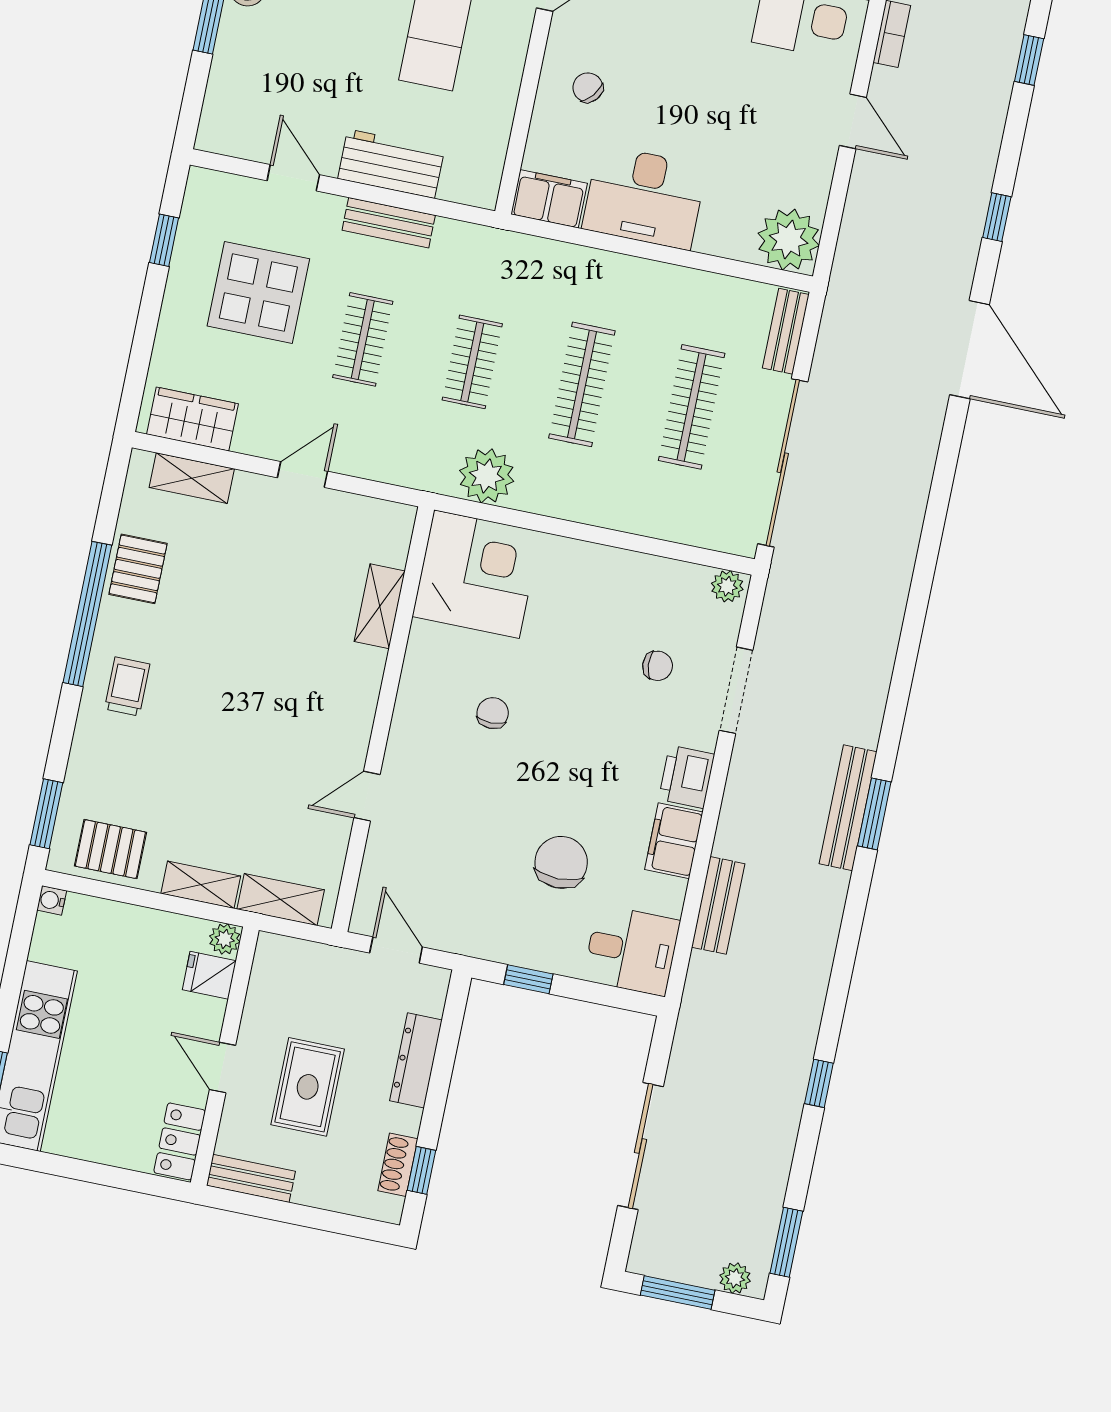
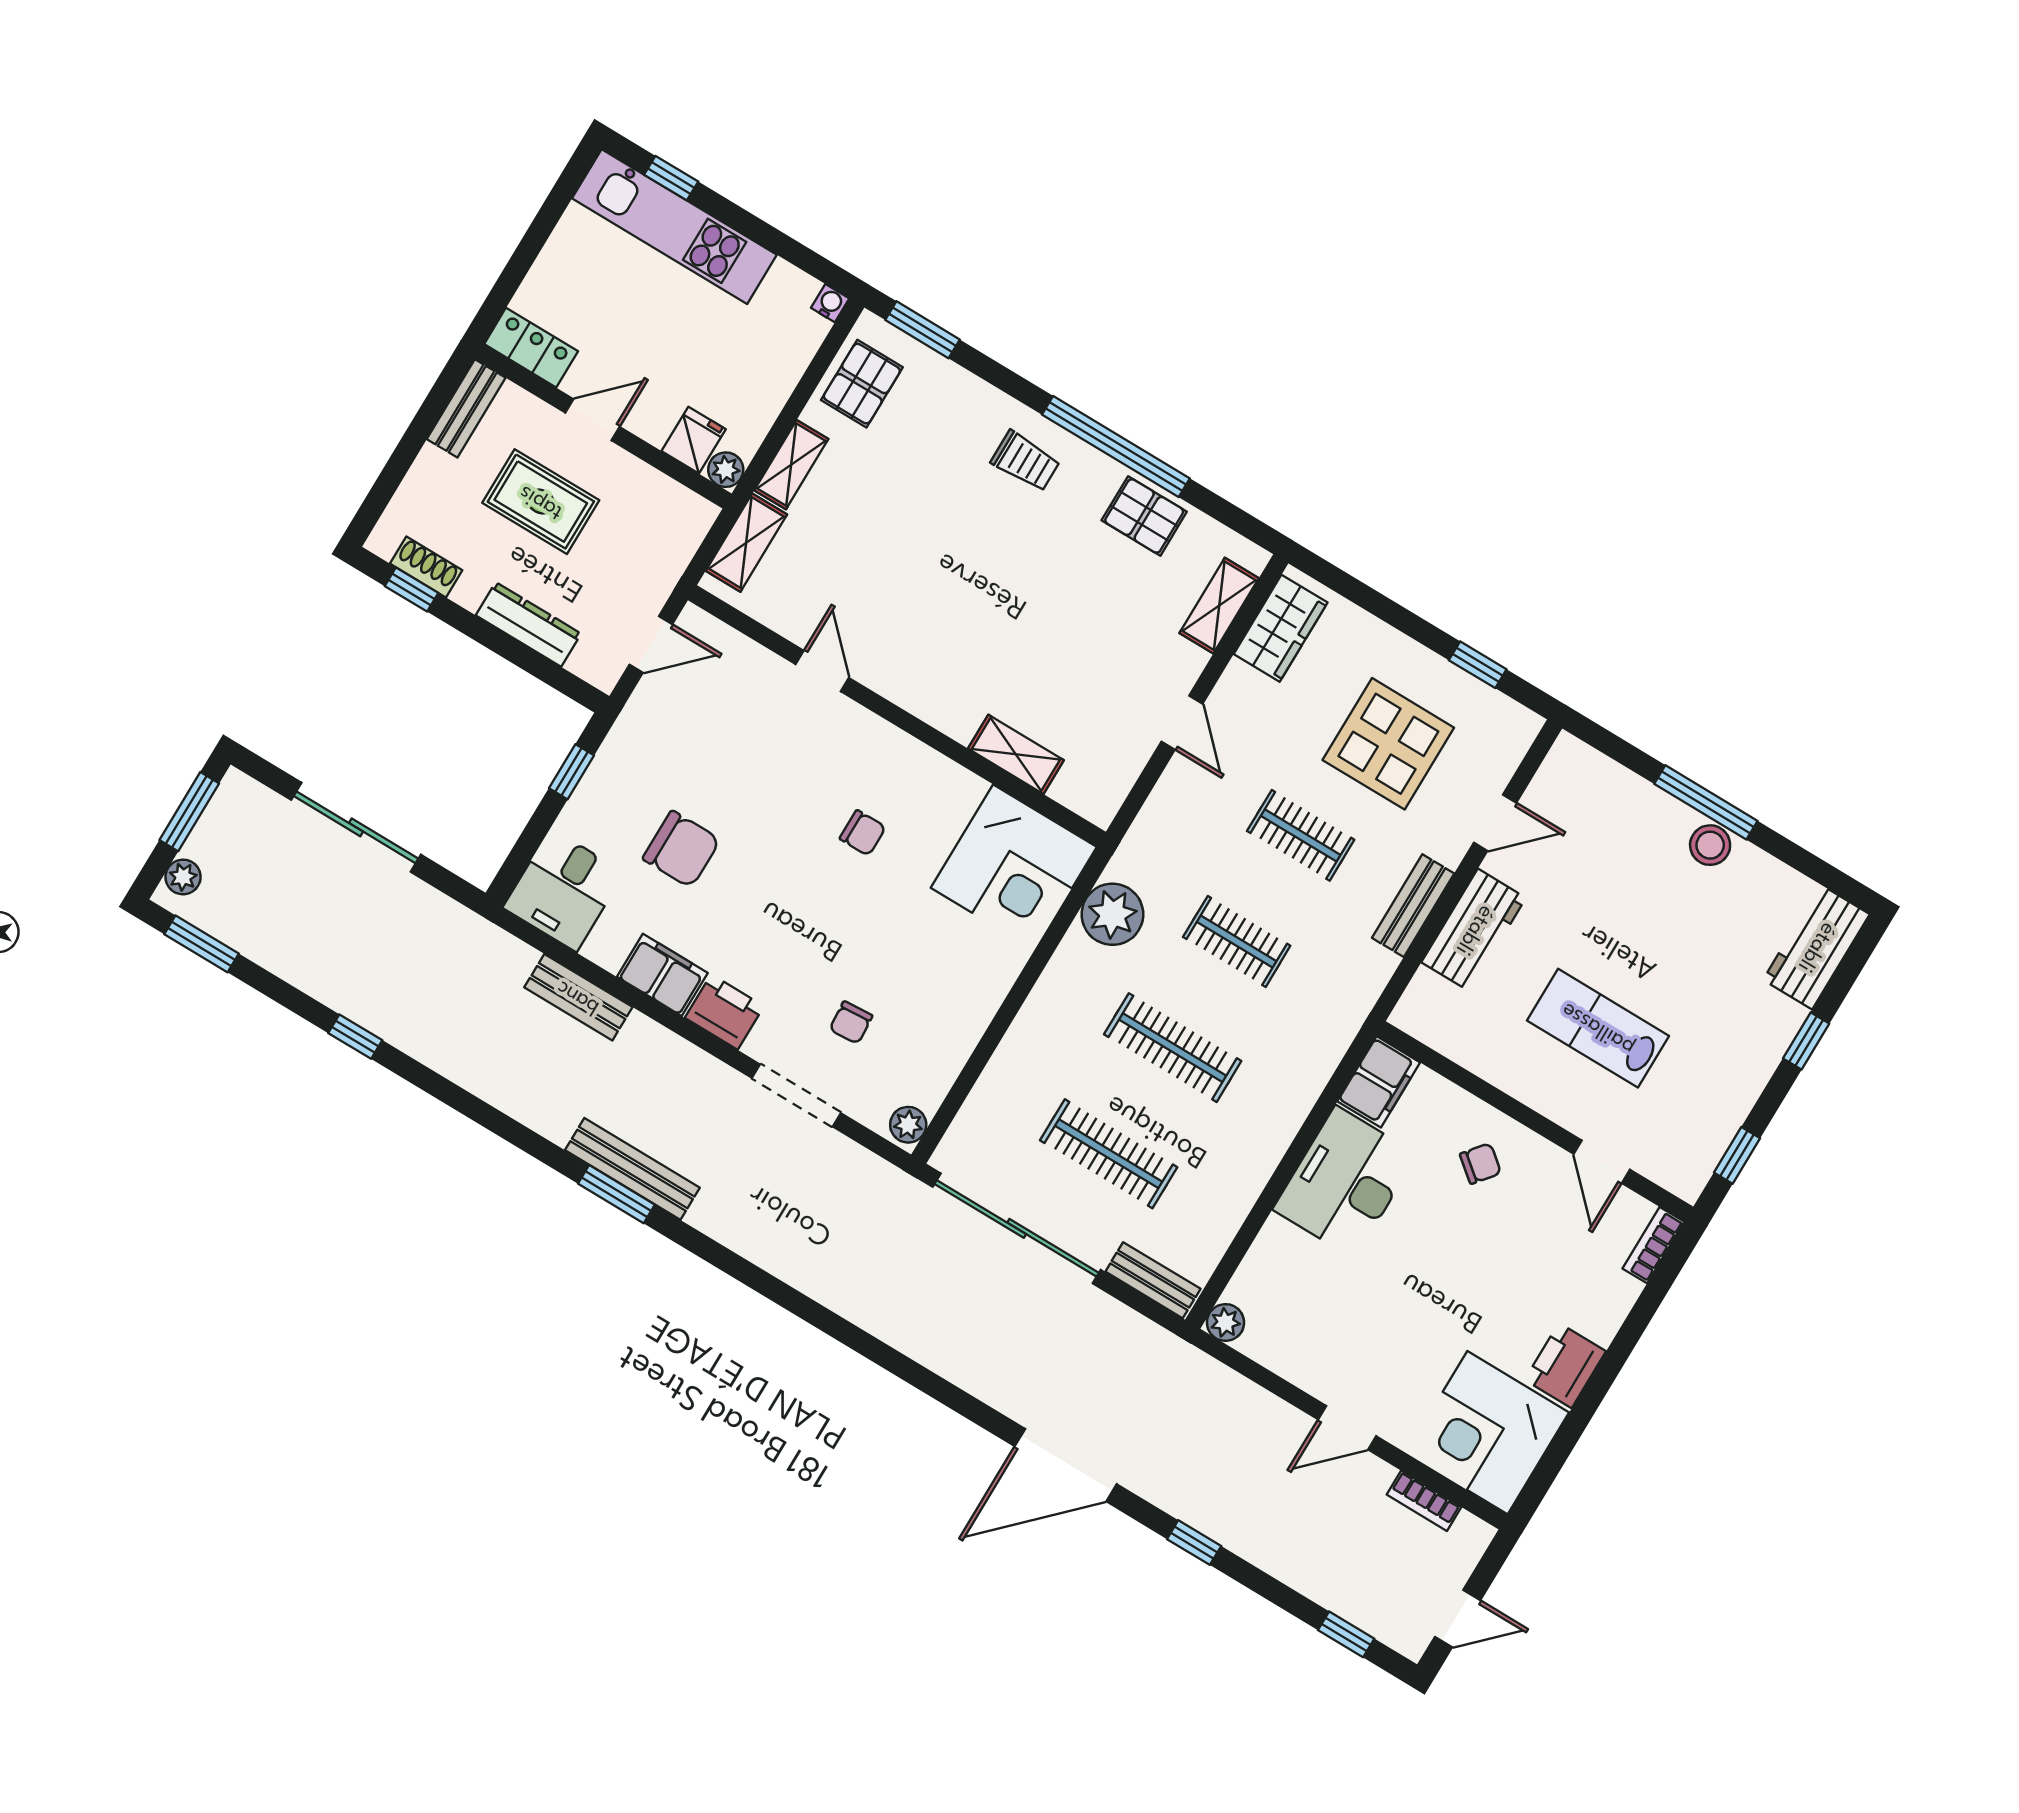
plant: (789, 239) -> (1225, 1322), width x0.53, depth x0.53

